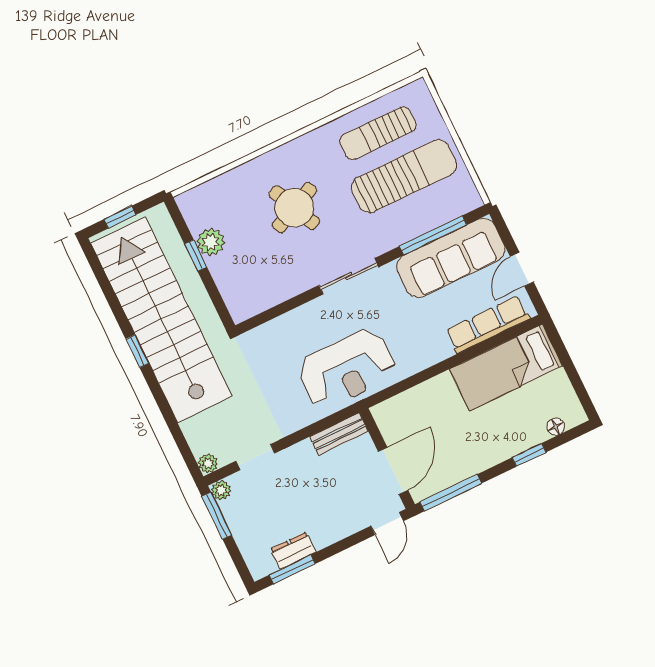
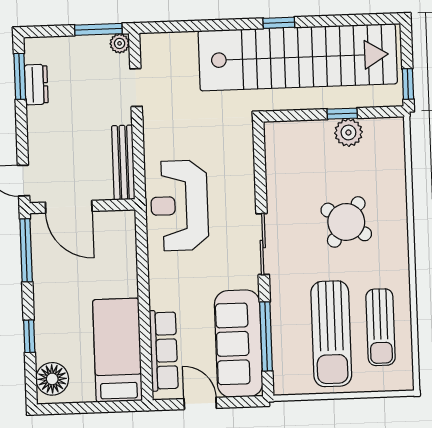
sun lounger: (378, 133) -> (381, 327), turned 180
round table: (294, 208) -> (346, 222), turned -30
window: (120, 217) -> (408, 84), moved
floor lamp: (556, 427) -> (52, 379), width x1.89, depth x1.89
bench: (339, 434) -> (123, 163), width x1.36
plant: (208, 463) -> (149, 42), removed

